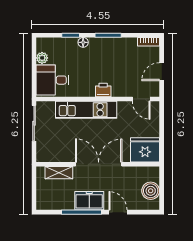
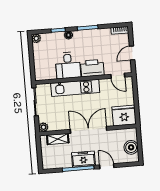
plant: (42, 58) -> (36, 38), moved
desk: (53, 80) -> (68, 65), moved, turned -90
printer: (103, 90) -> (92, 68), width x1.87, depth x1.48
plant: (42, 156) -> (43, 127), added

